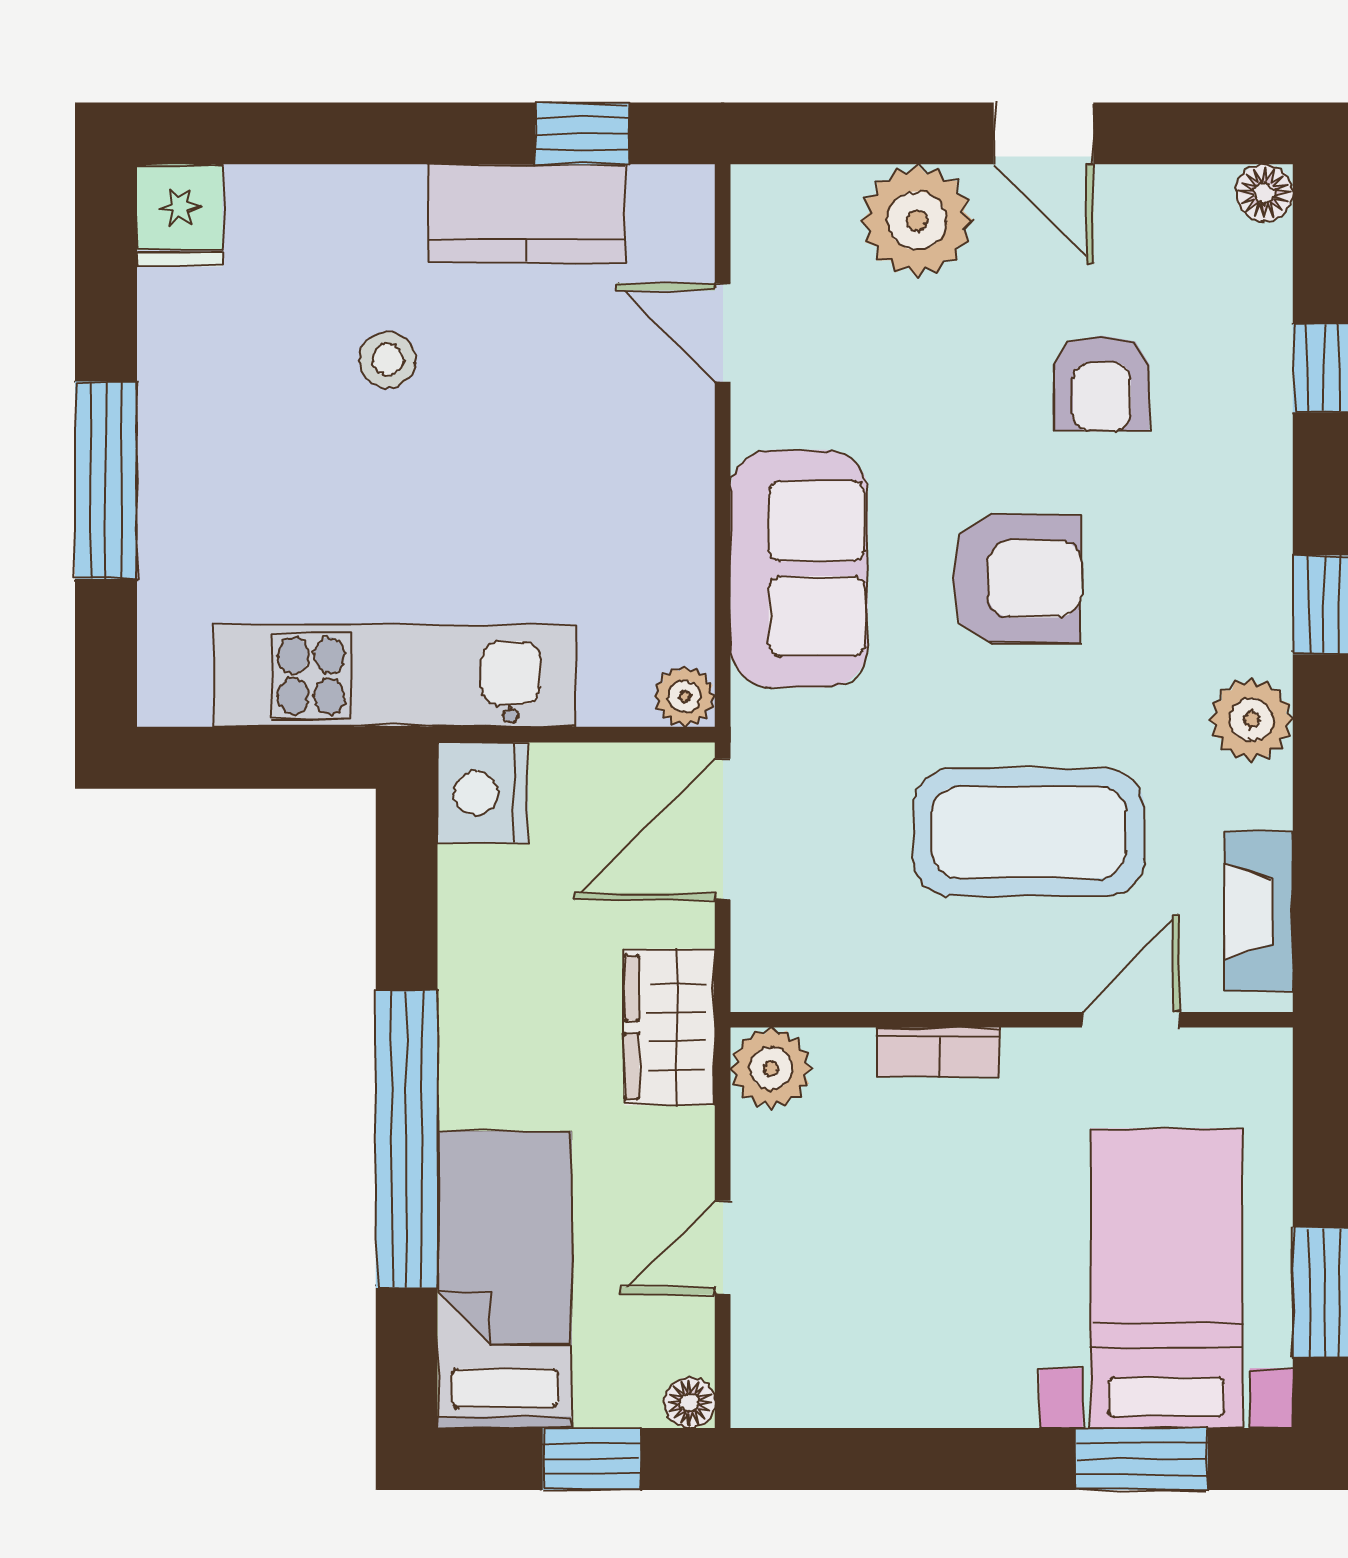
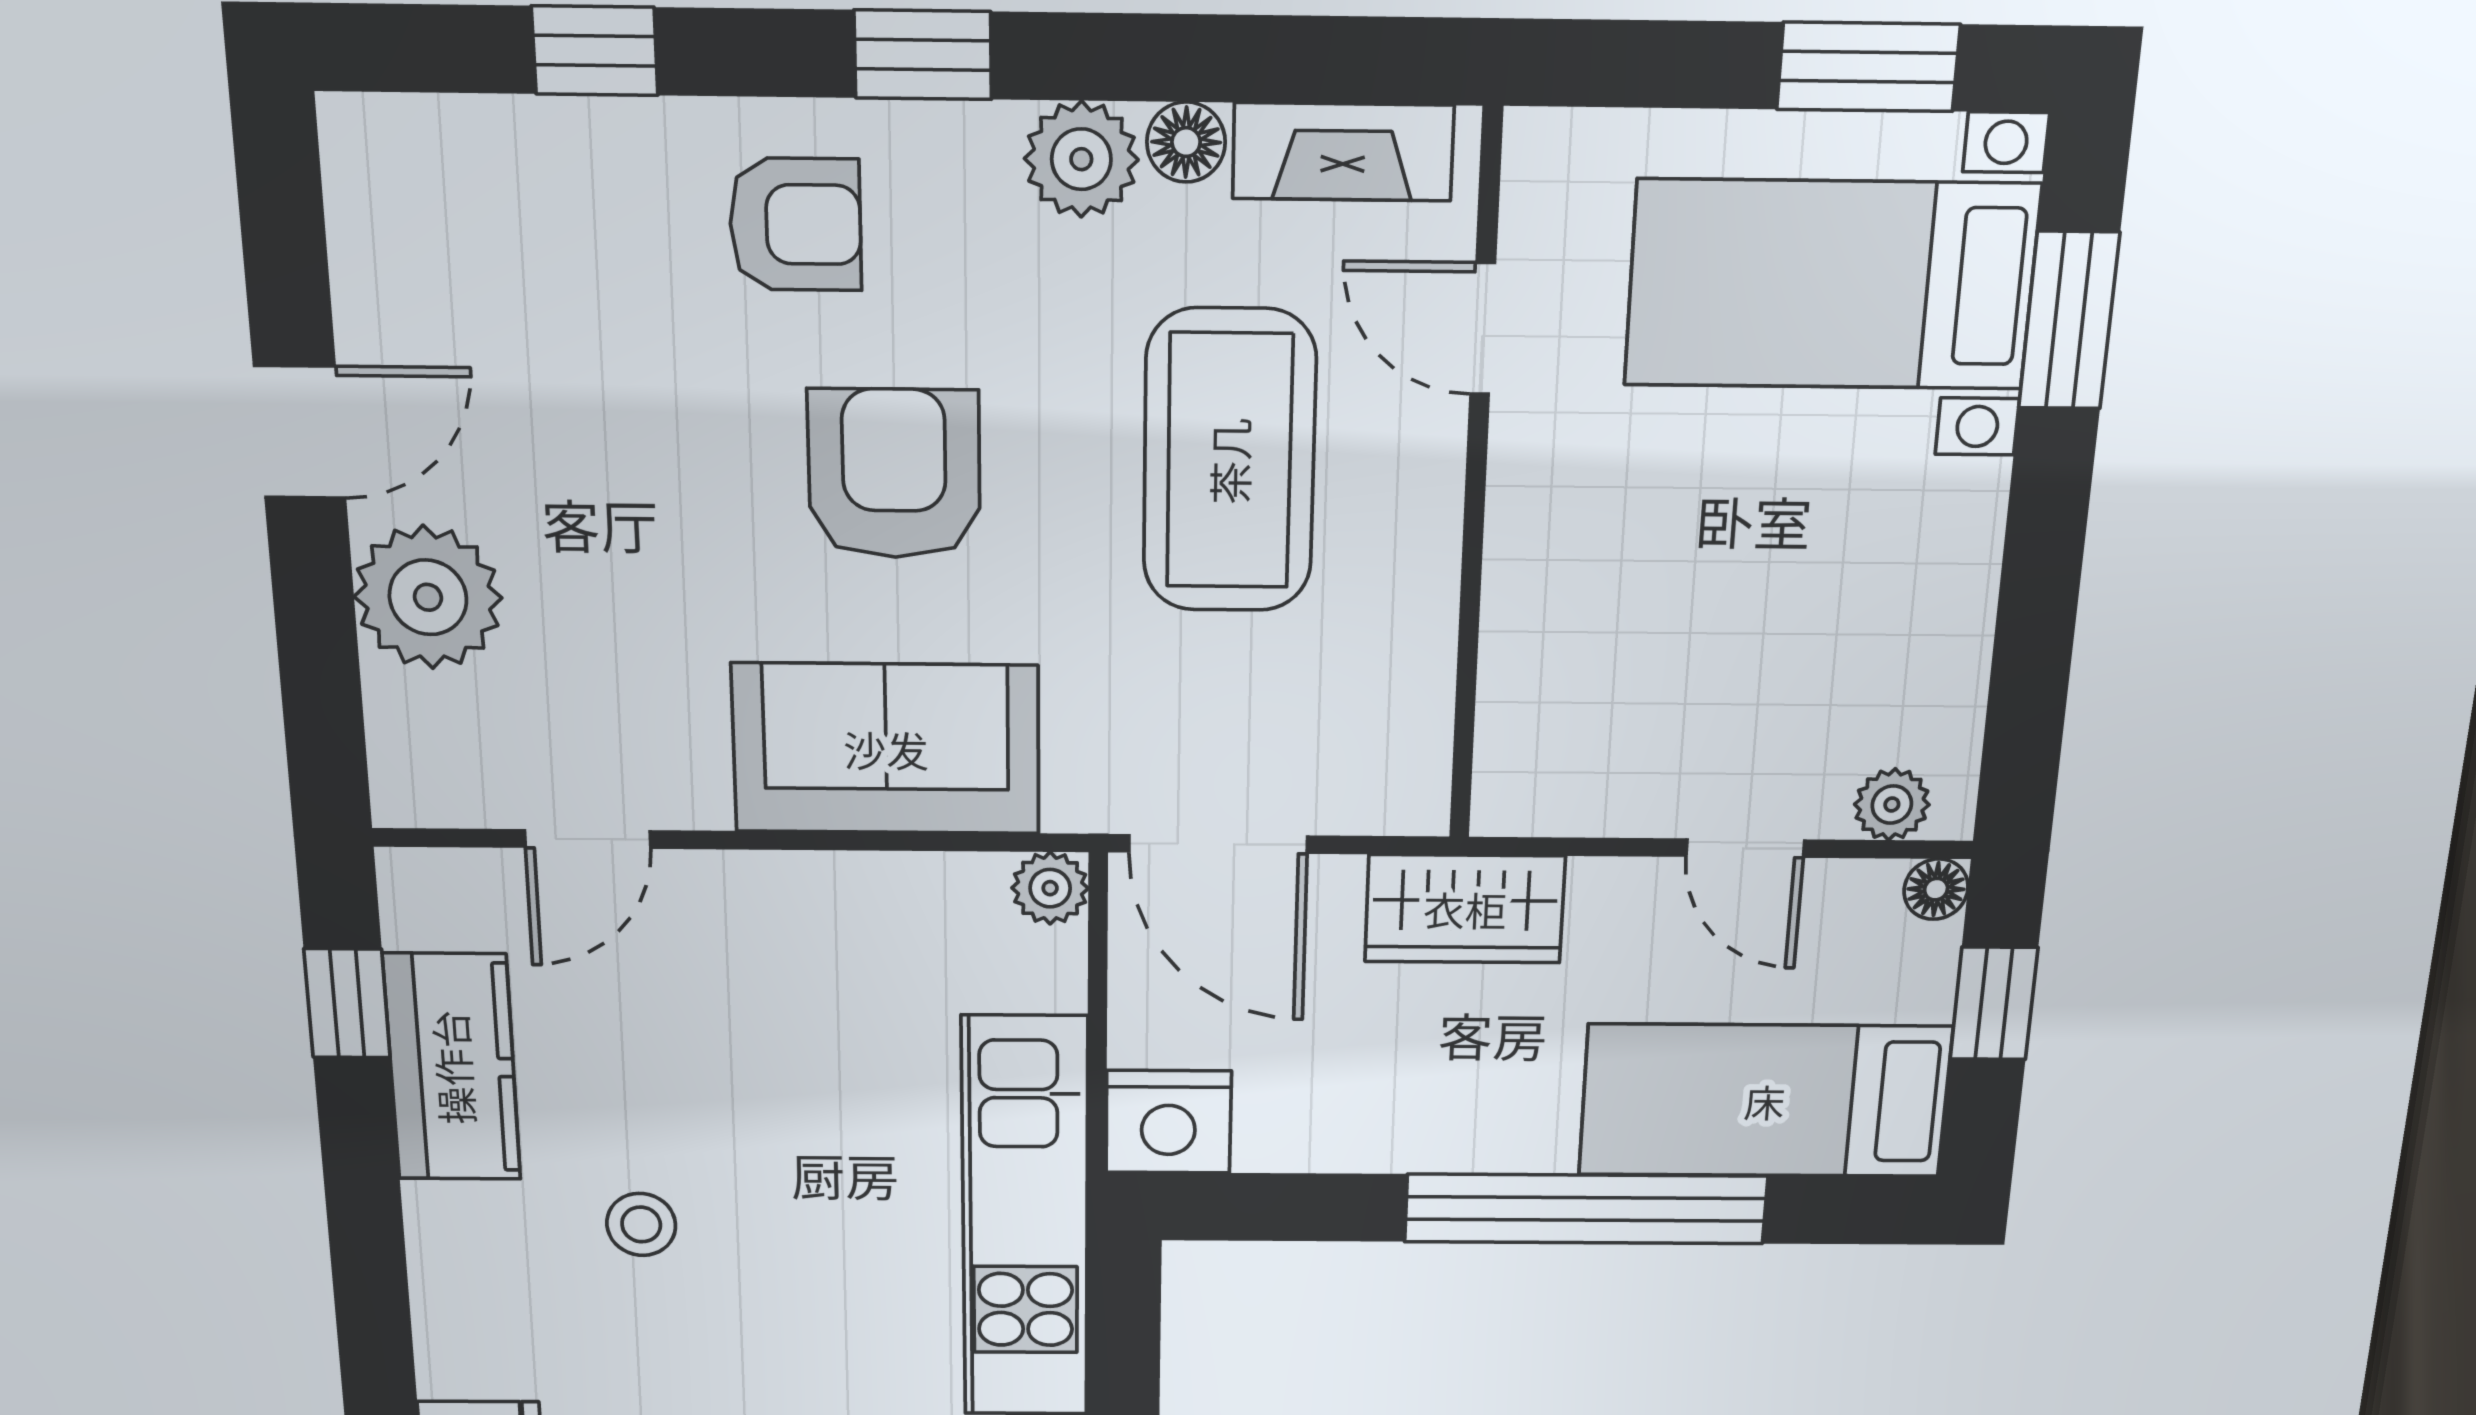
floor lamp: (1264, 193) -> (1186, 142), moved
armchair: (1102, 383) -> (795, 224), moved
bookcase: (938, 1052) -> (1513, 581), removed
plant: (771, 1068) -> (1892, 804), moved, width x0.73, depth x0.73

